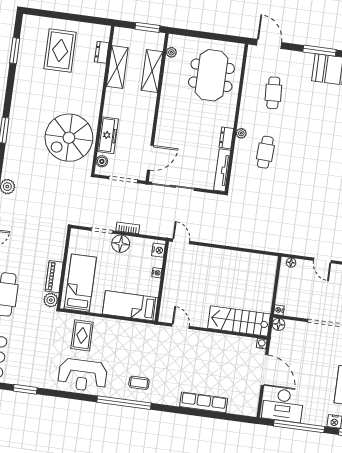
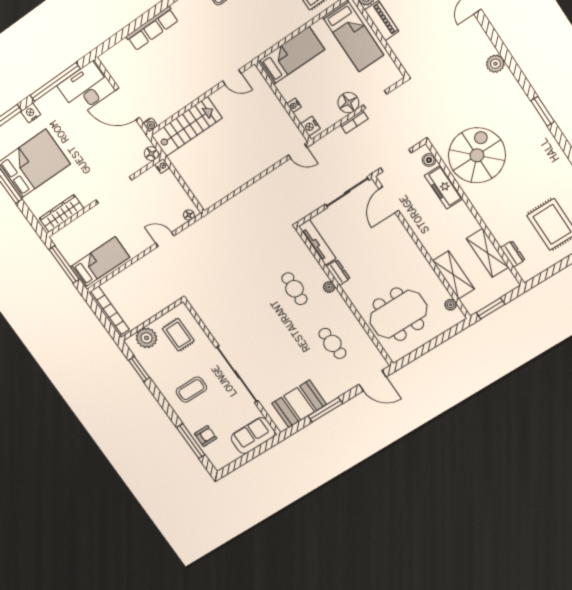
meeting table: (211, 75) -> (398, 314), turned 90

